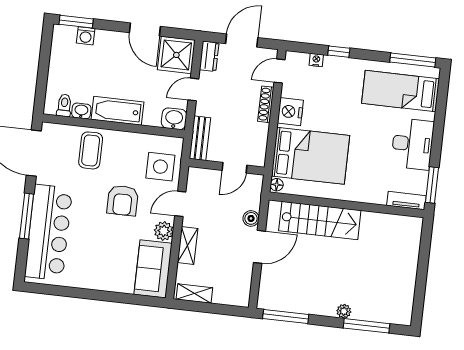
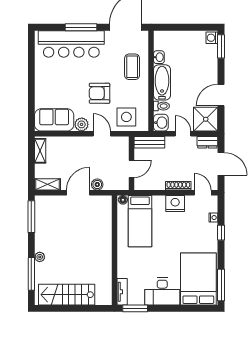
washing machine: (86, 36) -> (212, 38), moved
bed: (401, 91) -> (198, 279), width x1.50
toilet: (64, 105) -> (161, 106), moved
coffee table: (91, 150) -> (132, 67), turned 90
bed: (310, 156) -> (140, 221), width x0.67
door: (235, 168) -> (131, 169), swing flipped
stairs: (320, 221) -> (67, 295), moved, turned 90
shelving: (188, 245) -> (47, 184), moved
door: (259, 247) -> (78, 193), swing flipped

